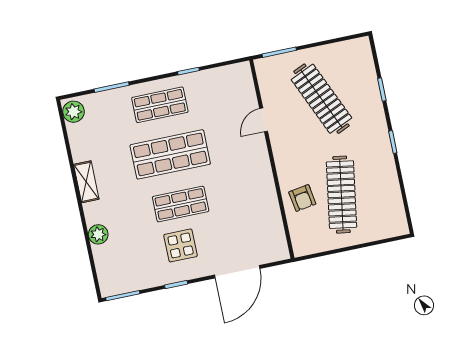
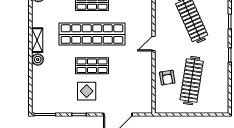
door: (264, 120) -> (154, 44), moved
shop shelf: (170, 154) -> (92, 34), width x1.40
plant: (98, 234) -> (38, 59), moved

